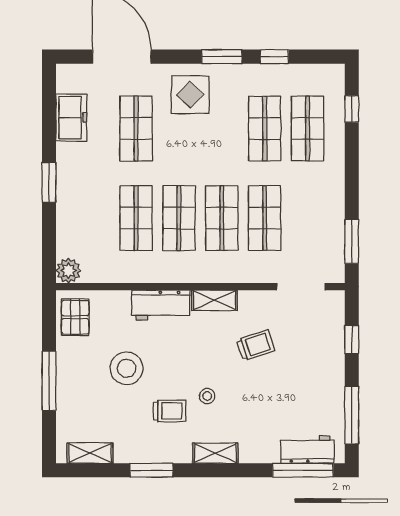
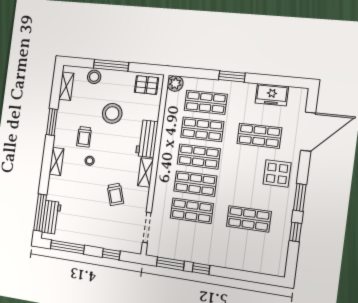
window: (352, 109) -> (201, 269), moved
shop shelf: (308, 129) -> (206, 102), moved
stool: (70, 407) -> (94, 77), added

